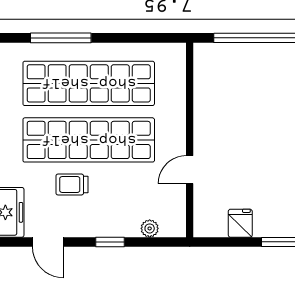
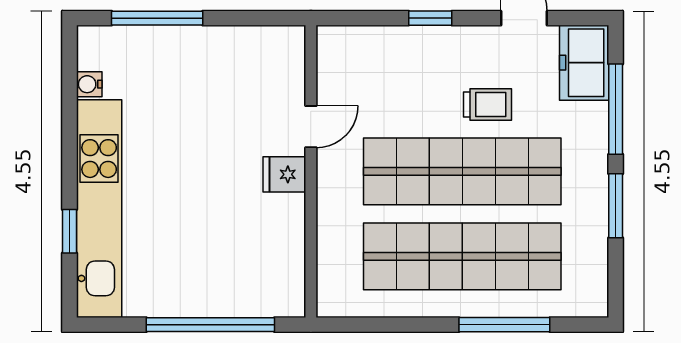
fridge: (240, 223) -> (284, 174), moved, turned 90
plant: (150, 228) -> (371, 38), removed

